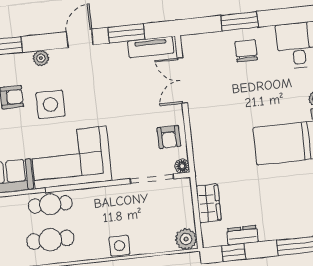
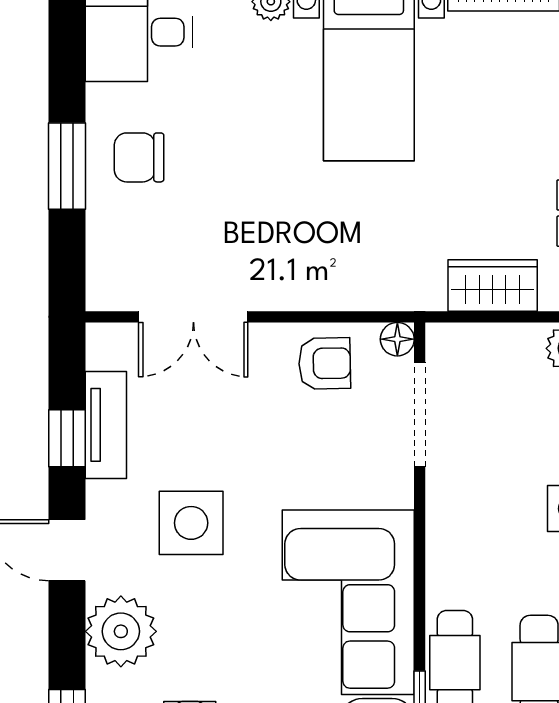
window: (126, 33) -> (67, 438), width x0.67
tv unit: (151, 47) -> (106, 425), moved
plant: (41, 58) -> (121, 631), width x1.88, depth x1.88
side table: (50, 104) -> (191, 523), moved

